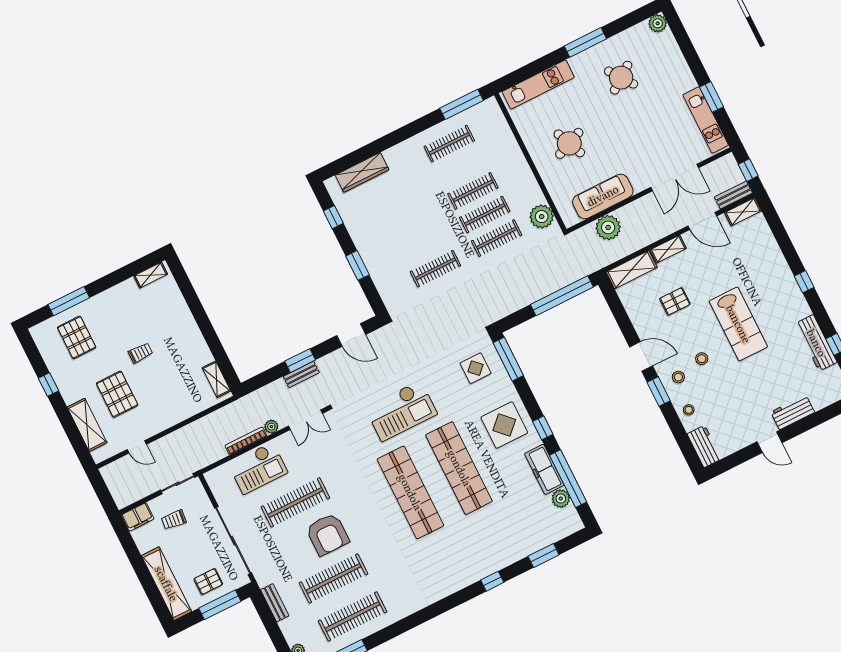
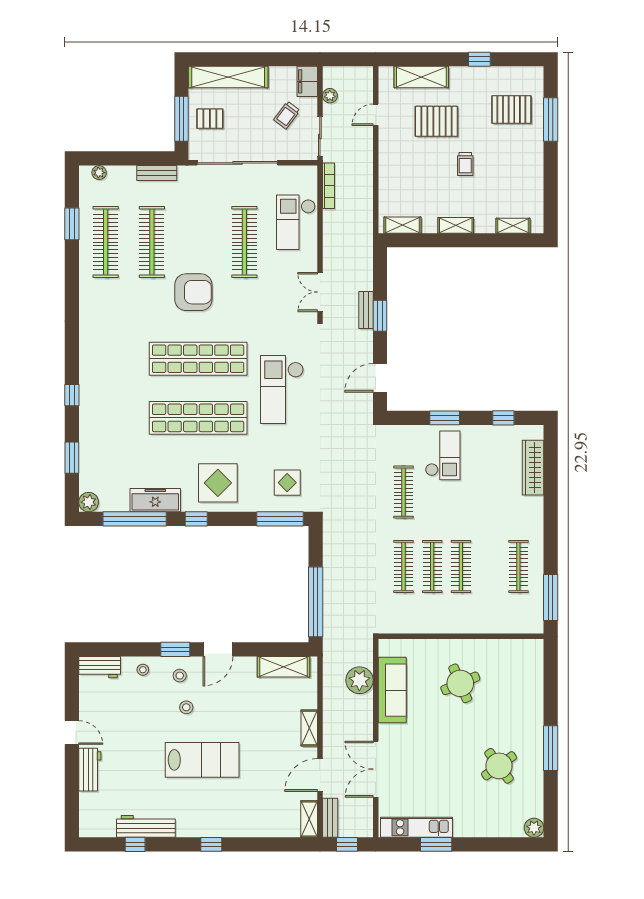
kitchen unit: (538, 84) -> (533, 682), removed
plant: (542, 217) -> (403, 621), removed
checkout: (389, 252) -> (443, 455), added
shelving: (632, 270) -> (283, 667), moved, turned 90
shelving: (151, 275) -> (513, 226), moved, turned 90
pallet: (675, 301) -> (255, 709), removed
lab bench: (738, 324) -> (202, 760), turned 180
shelving: (195, 335) -> (456, 225), added
plant: (271, 427) -> (330, 96), moved
bookcase: (246, 441) -> (328, 186), moved
door: (770, 442) -> (72, 733), swing flipped
plant: (561, 499) -> (89, 502), moved
trolley: (174, 520) -> (287, 115), turned -149
armchair: (327, 534) -> (193, 292), moved, turned 180
pallet: (208, 581) -> (210, 119), turned 90

